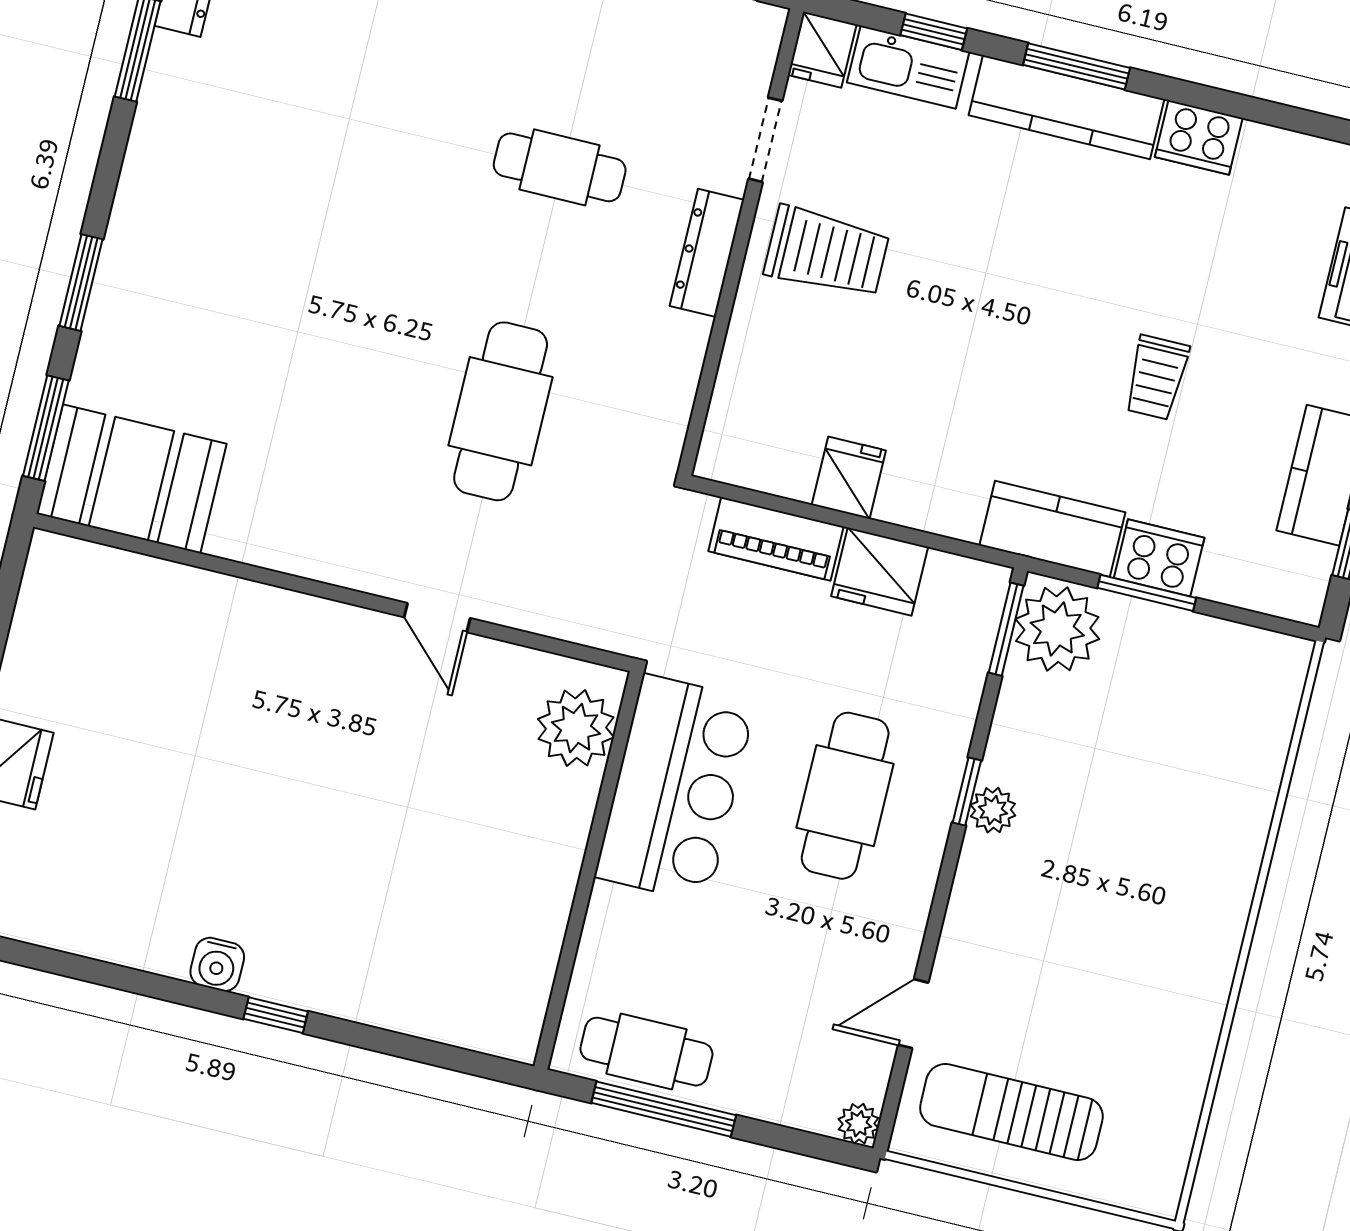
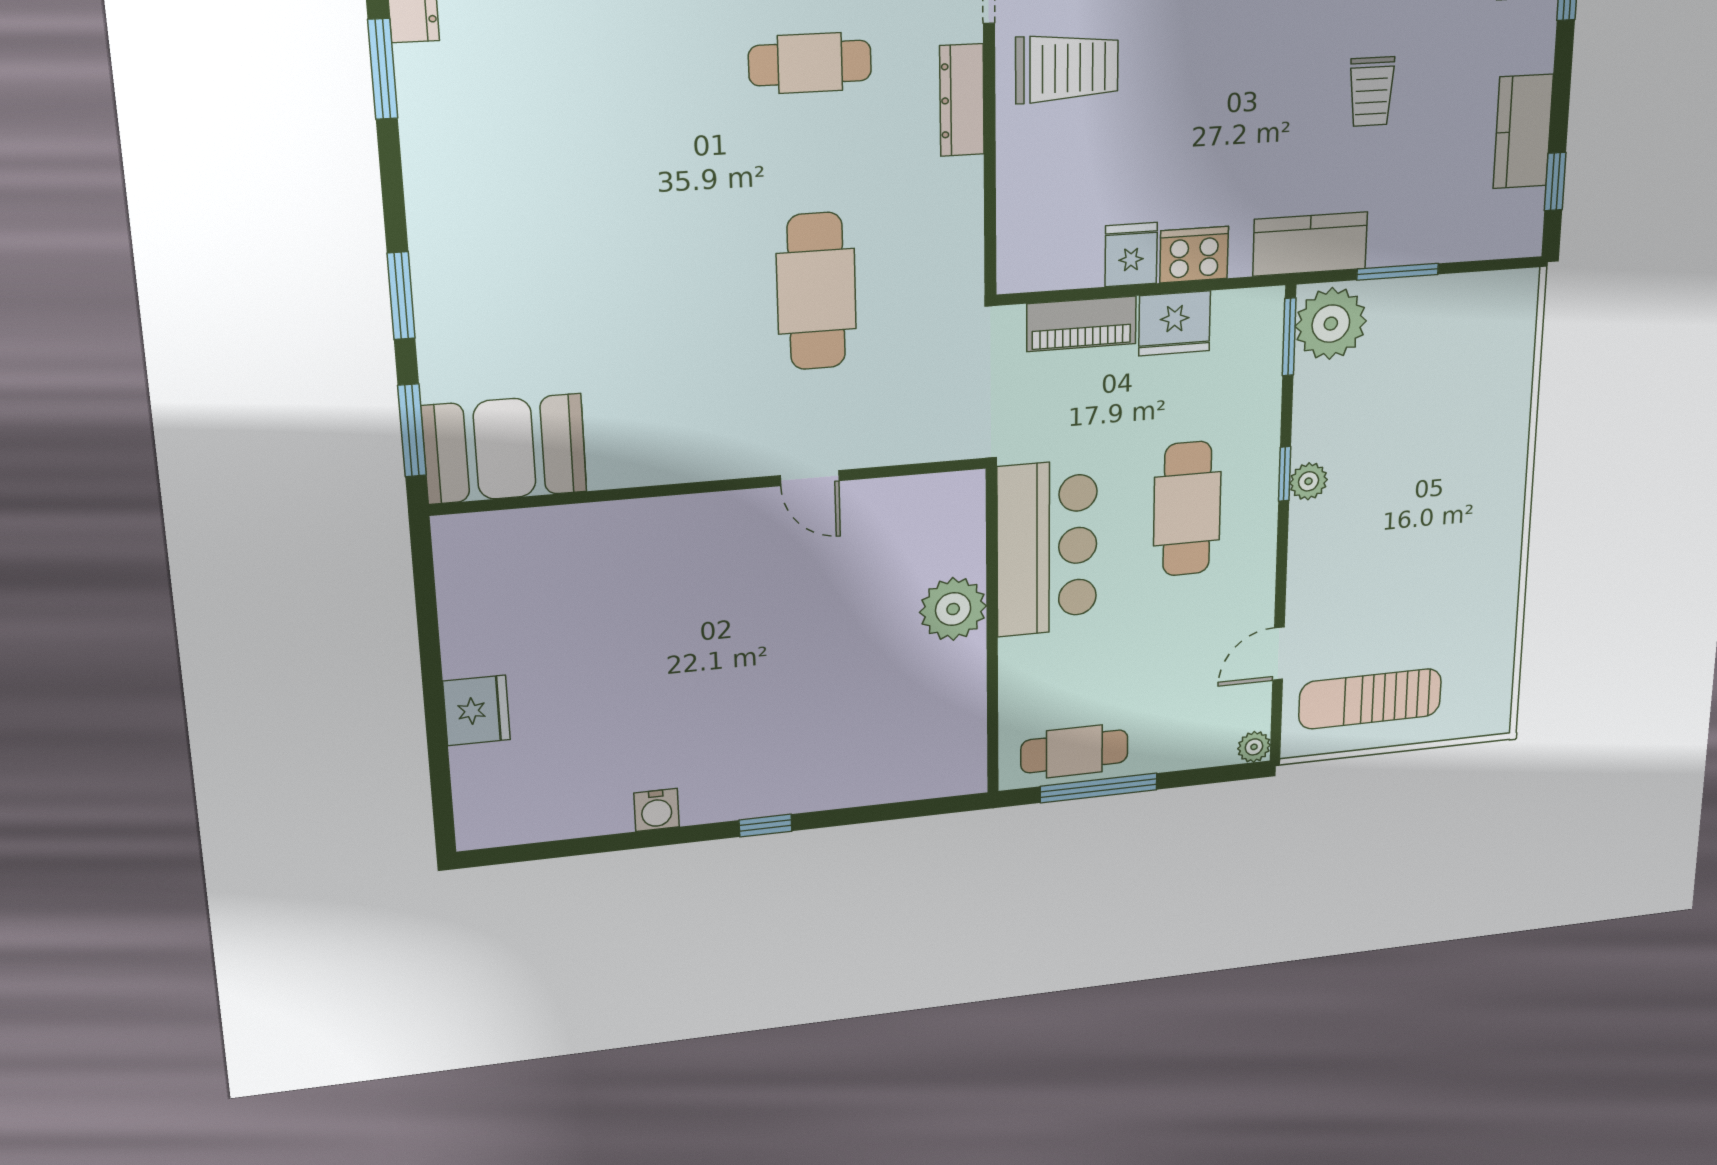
cooker: (1159, 558) -> (1194, 255), moved
plant: (576, 728) -> (953, 609), moved
water cooler: (217, 964) -> (657, 810), moved

